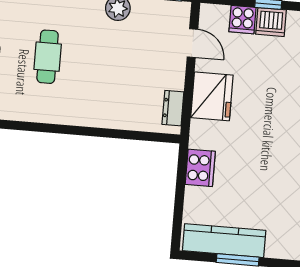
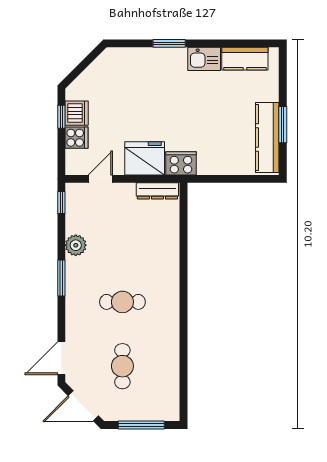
dresser: (173, 108) -> (157, 191), width x1.44
cooker: (200, 168) -> (181, 163), moved

